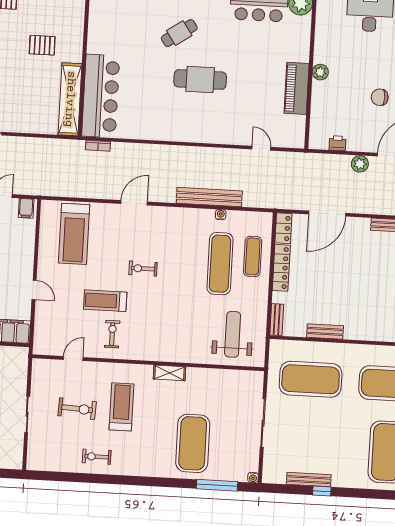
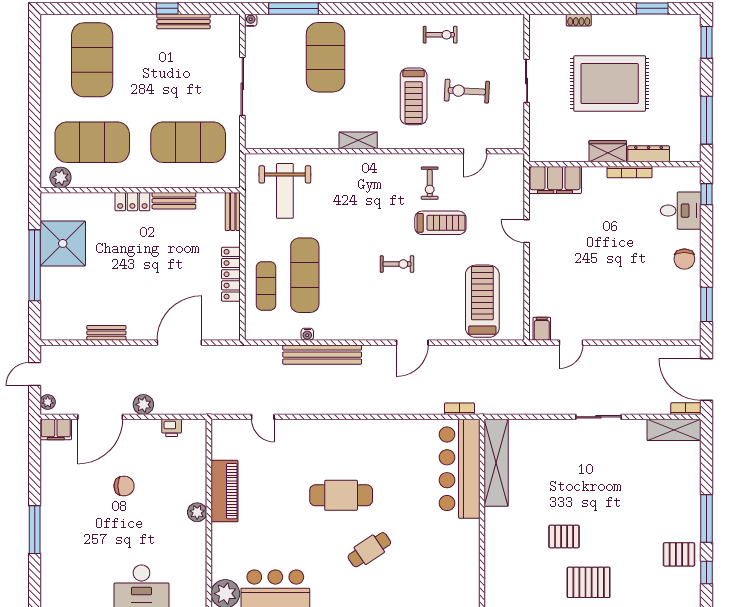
pallet: (42, 45) -> (564, 536), moved
locker: (283, 228) -> (132, 202), moved, turned -90

